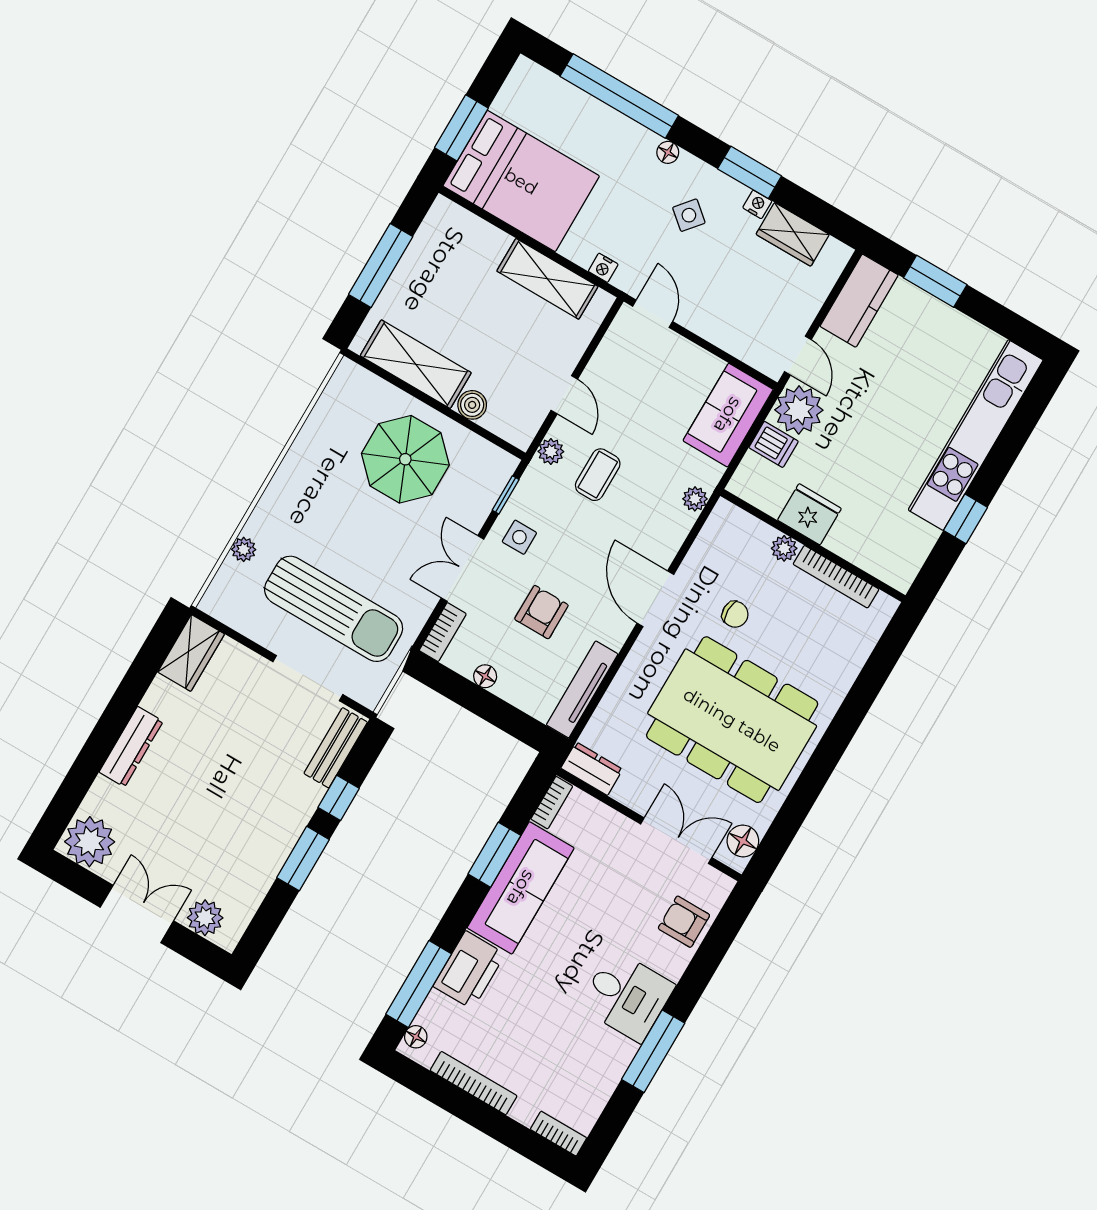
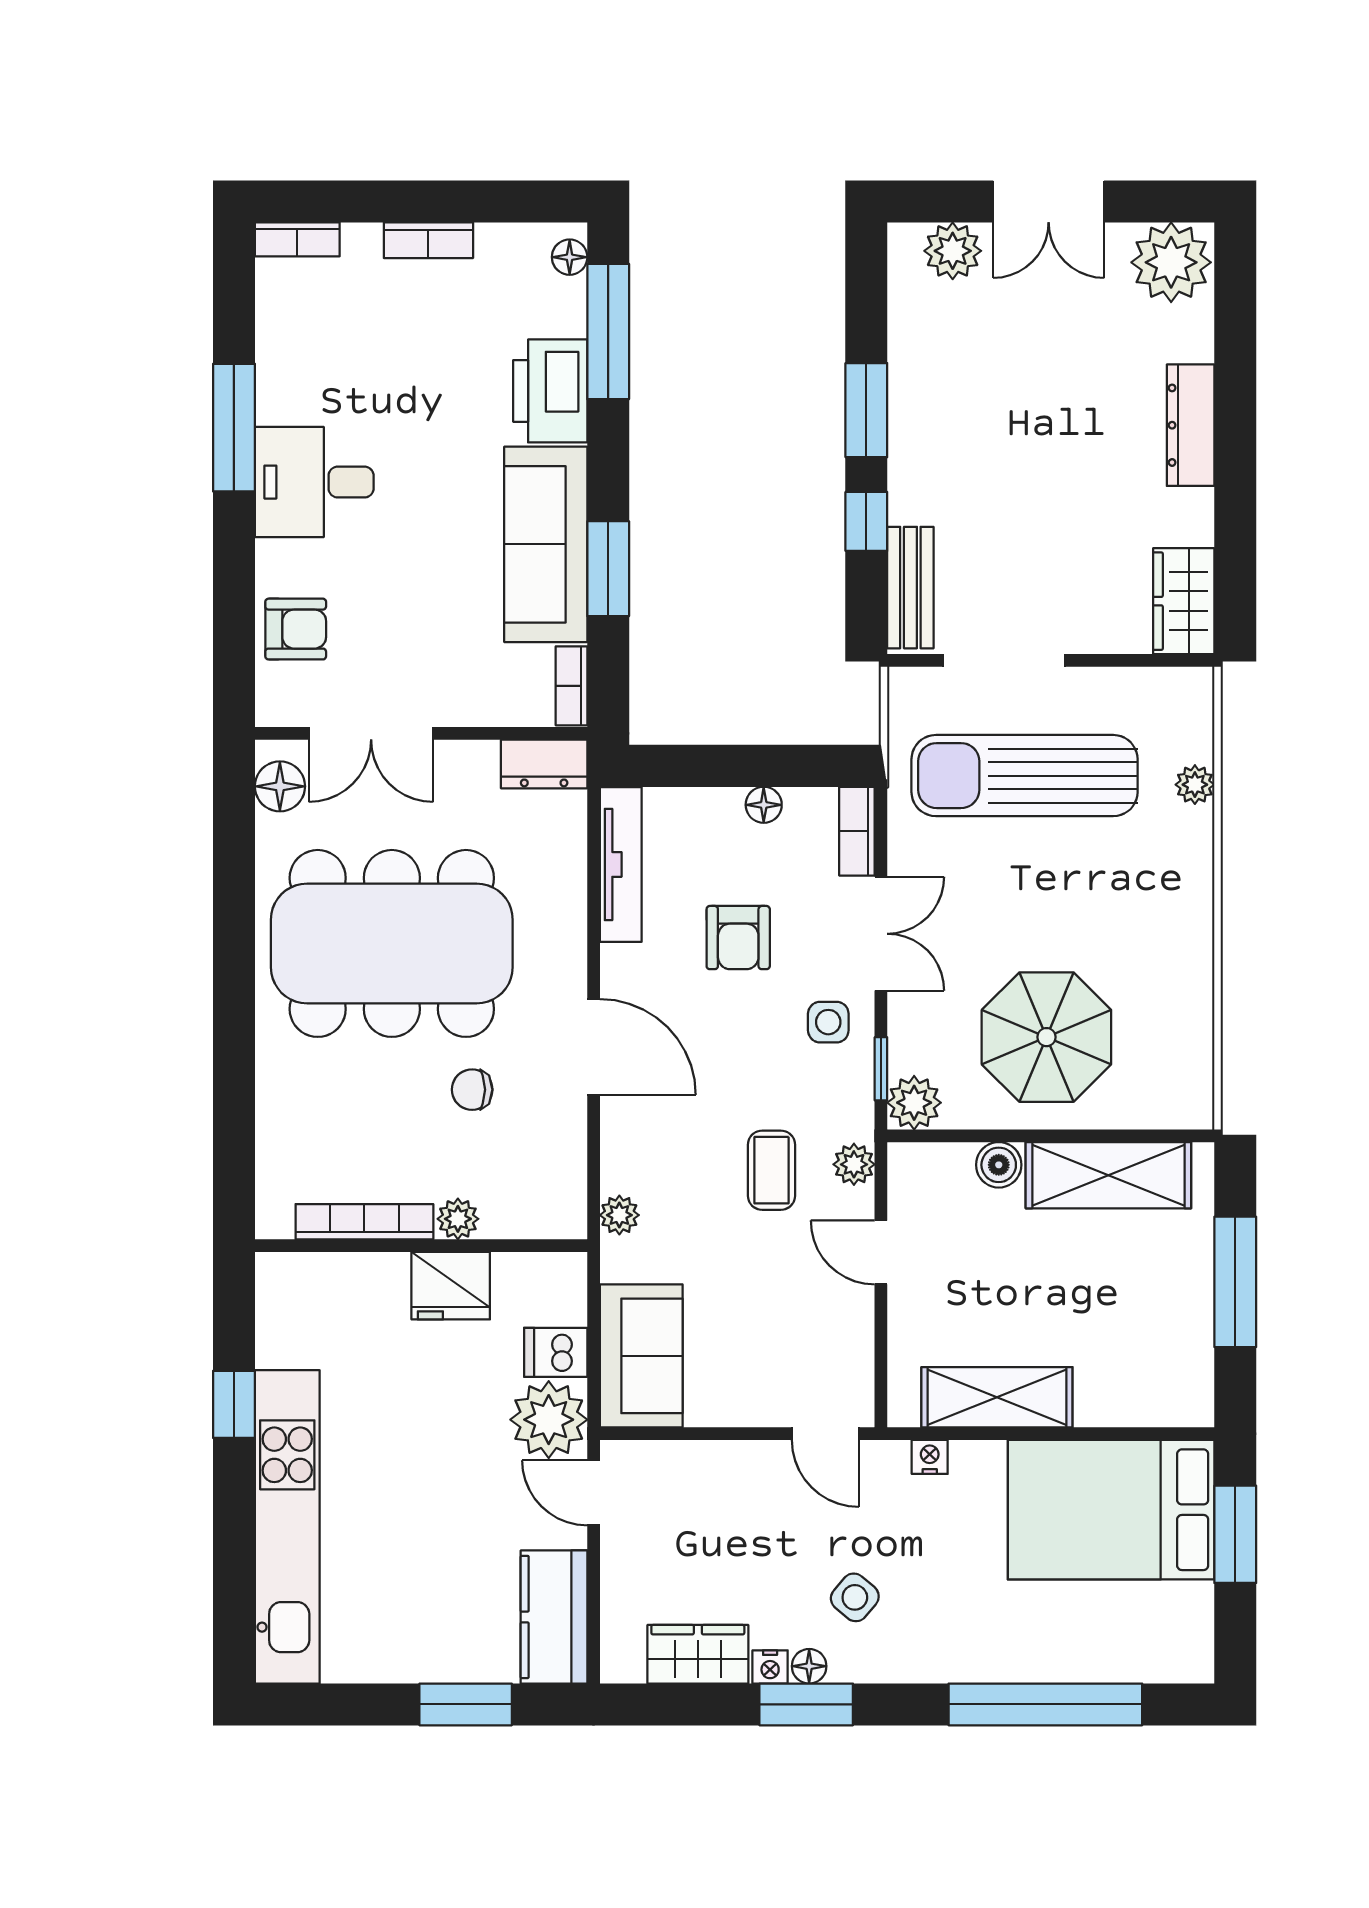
floor lamp: (668, 152) -> (809, 1666), moved
plant: (498, 466) -> (914, 1103), added
bookcase: (474, 1083) -> (428, 240), width x0.64

